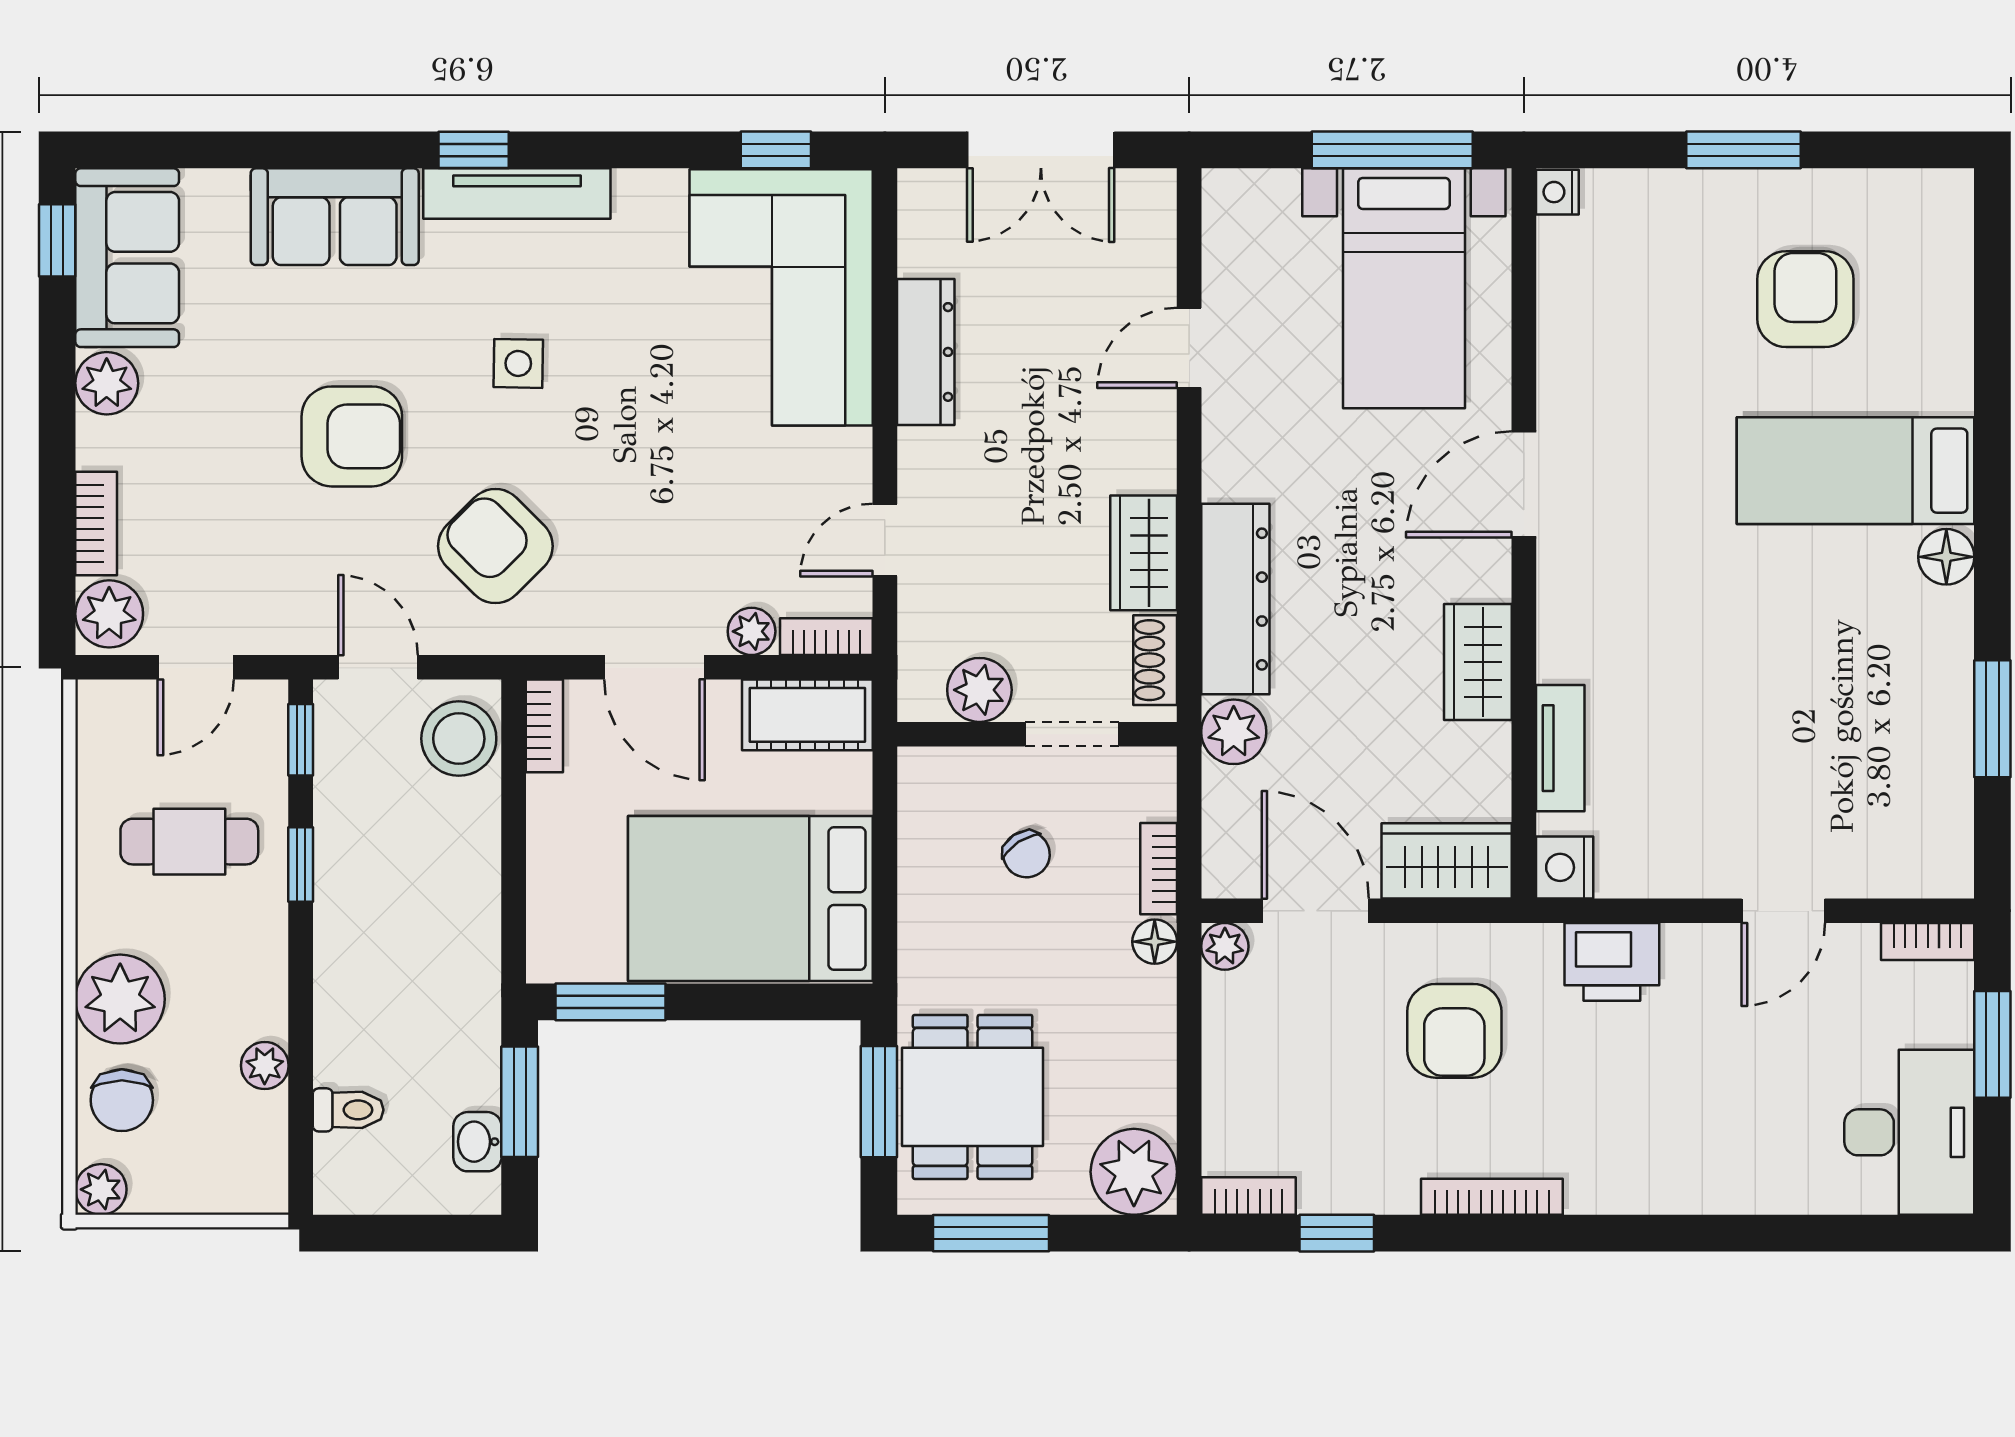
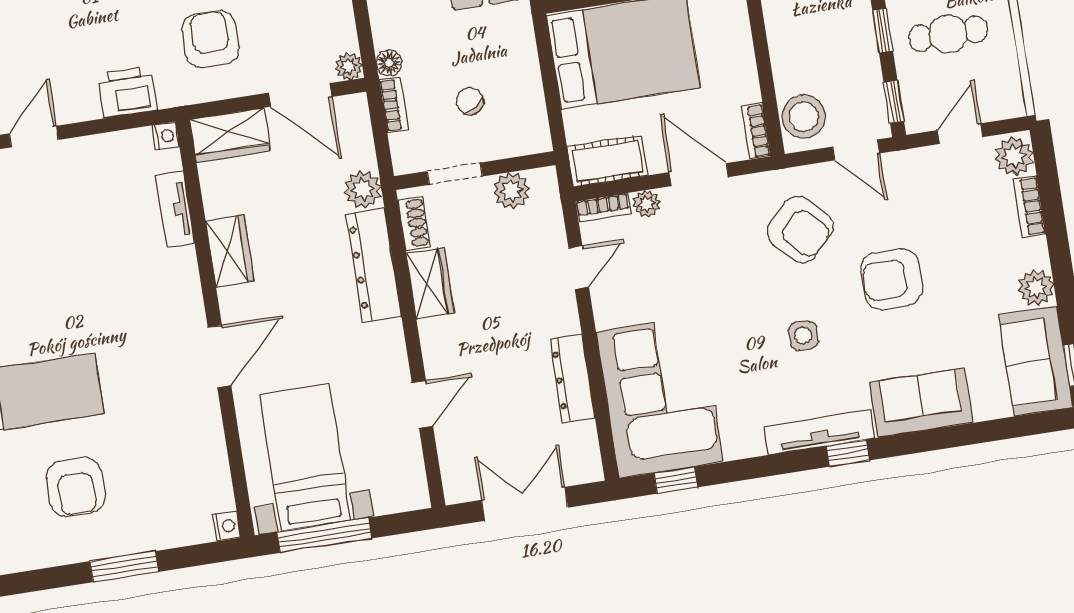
nightstand: (1565, 867) -> (166, 136), width x0.72, depth x0.74

